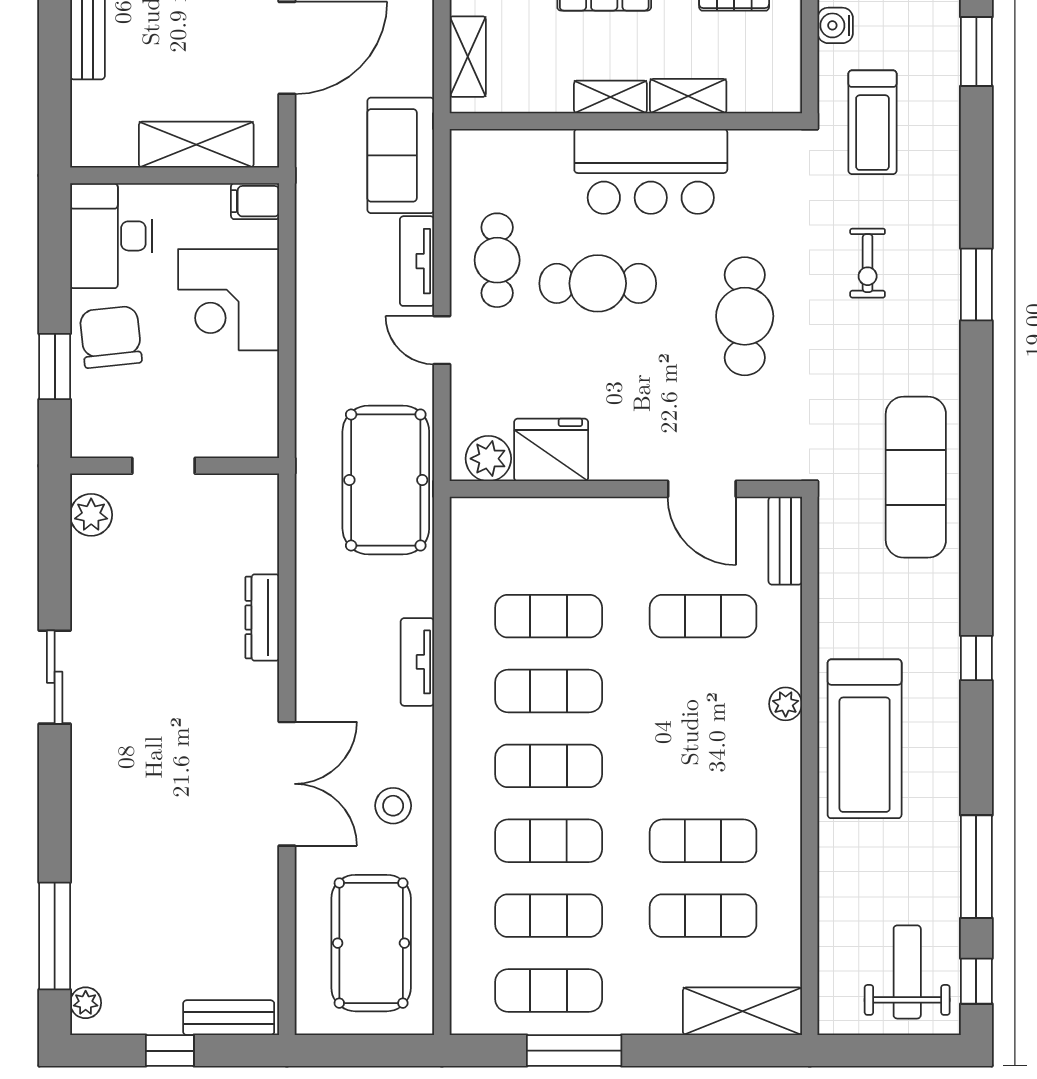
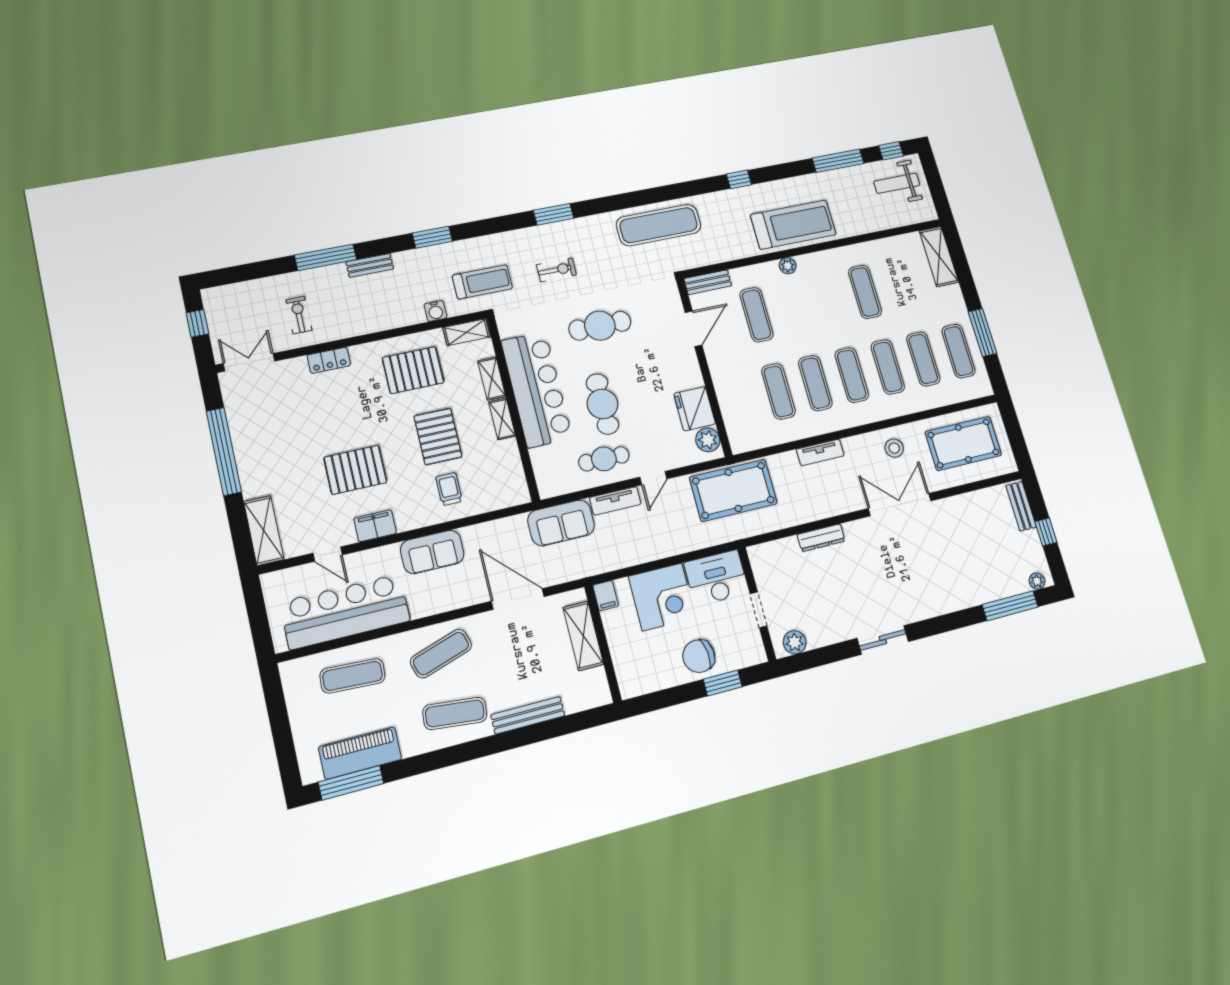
shelving: (468, 57) -> (467, 332), moved
bar counter: (651, 171) -> (537, 389), width x1.36
desk: (111, 236) -> (716, 578), moved, turned 180
exercise mat: (703, 916) -> (900, 284), removed

